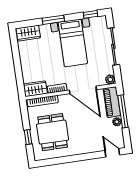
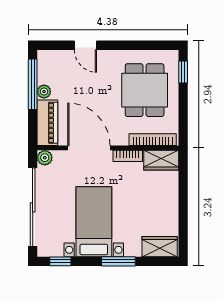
sliding door: (113, 46) -> (33, 207), width x1.36
window: (123, 111) -> (33, 84), moved
window: (28, 137) -> (183, 72), moved
door: (112, 153) -> (85, 45), moved

